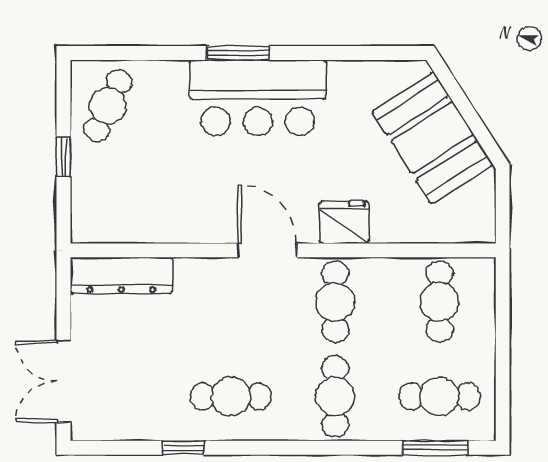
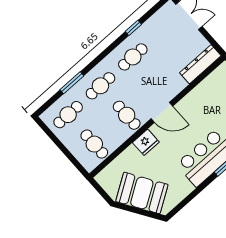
cafe table: (335, 396) -> (100, 86), turned 90
window: (435, 448) -> (72, 83), moved

